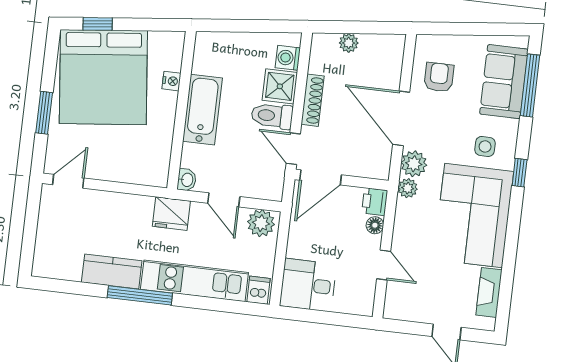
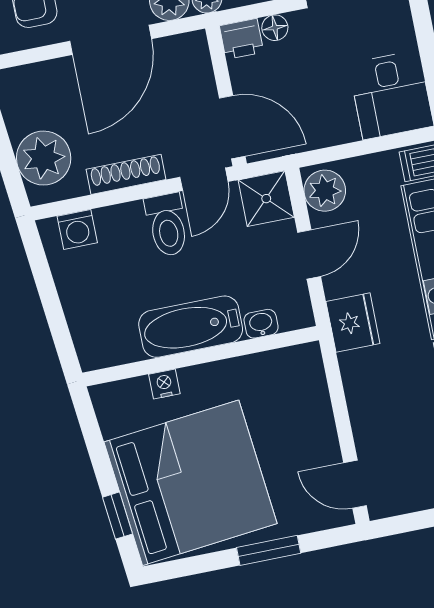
plant: (349, 43) -> (44, 158), width x1.87, depth x1.87
shower: (280, 86) -> (266, 199), moved
washbasin: (187, 180) -> (261, 324), moved

